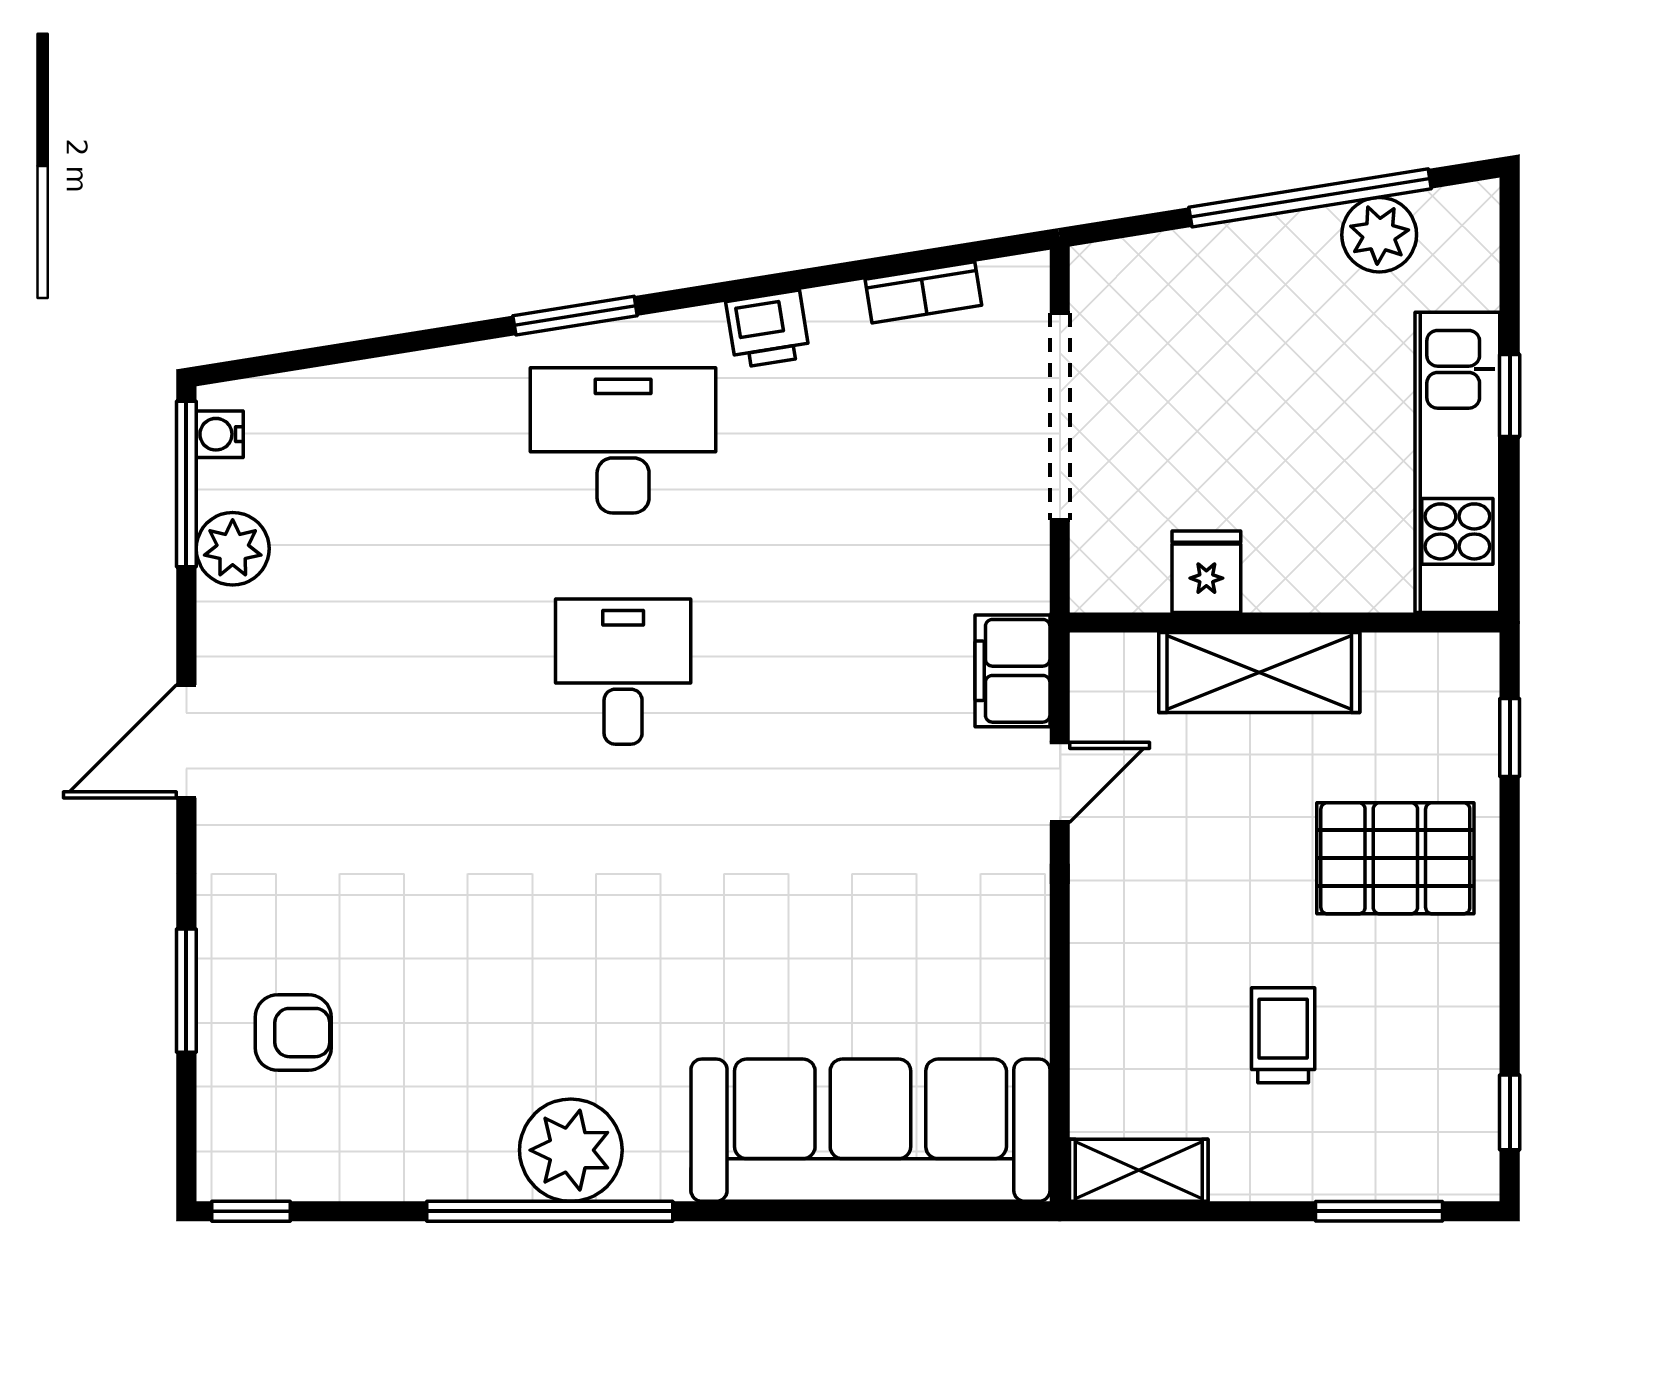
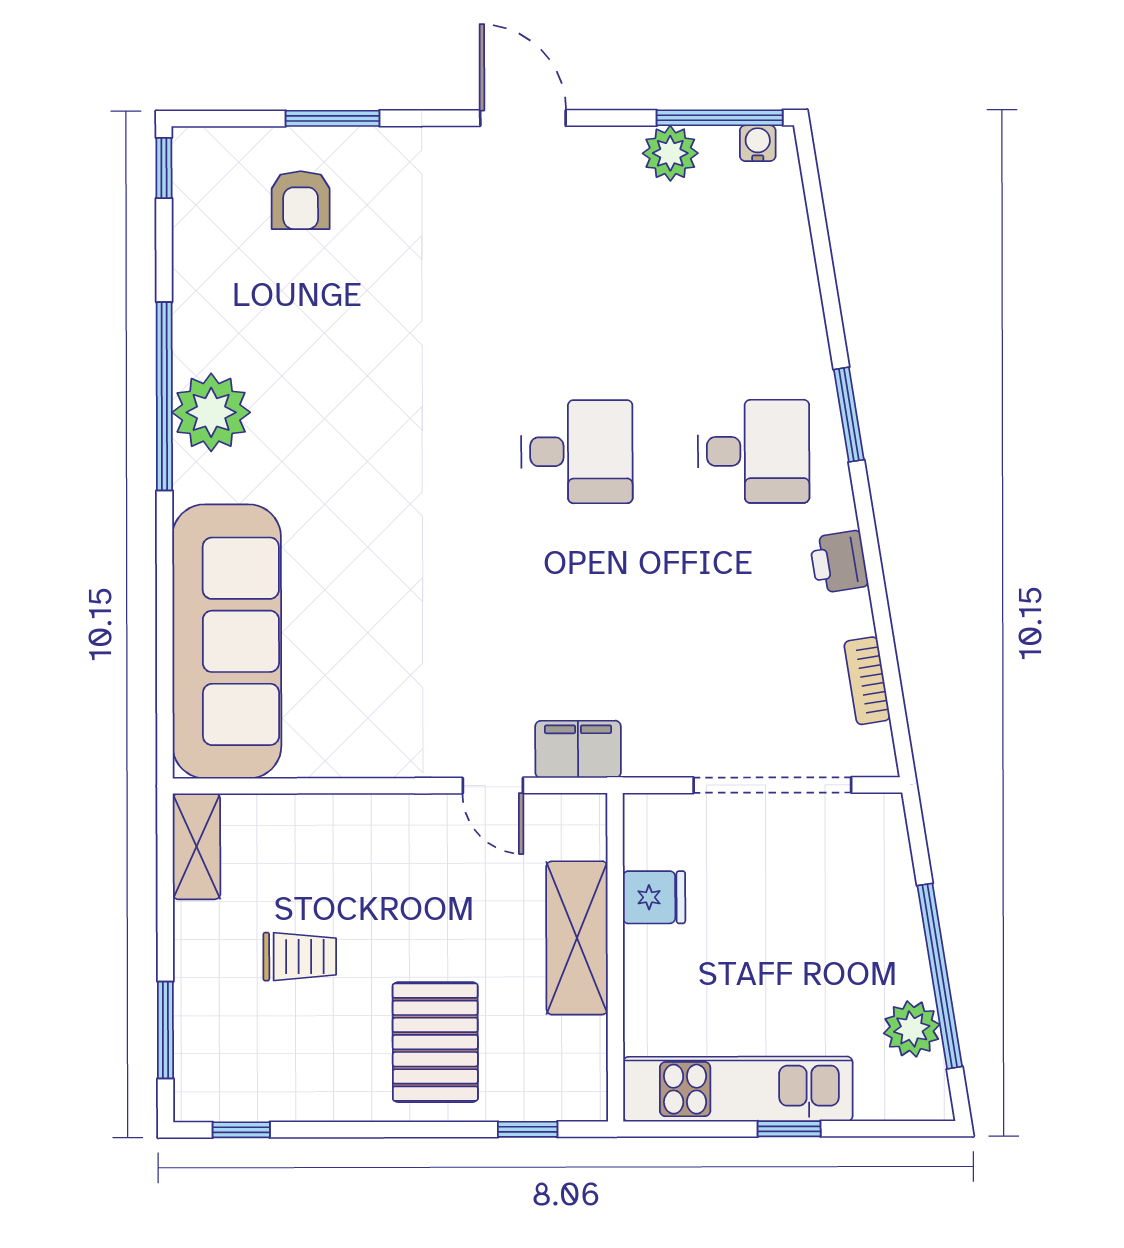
desk: (623, 440) -> (754, 451), width x0.73

